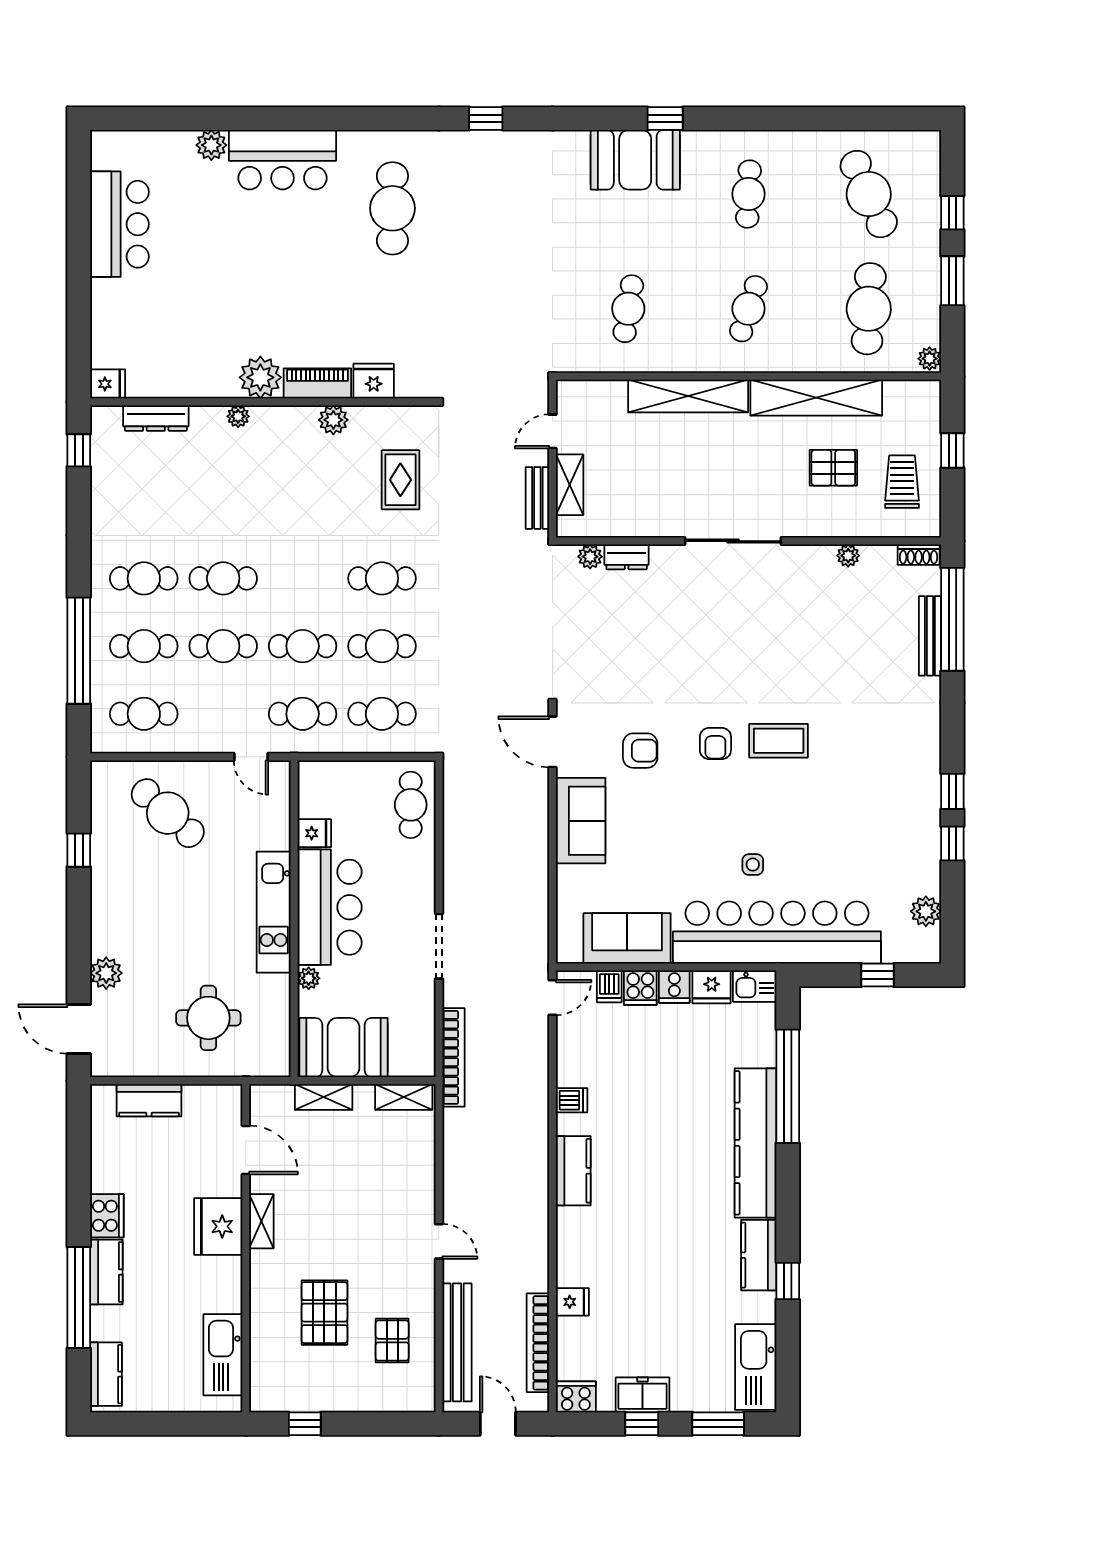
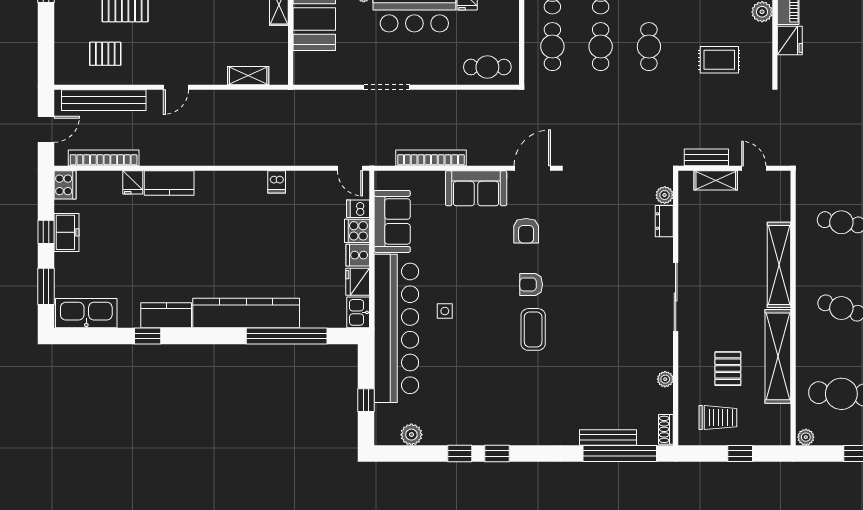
bookcase: (454, 1057) -> (431, 158), moved, turned 180
shelving: (404, 1097) -> (248, 76), moved, turned 90
kitchen counter: (573, 1171) -> (169, 183), moved

